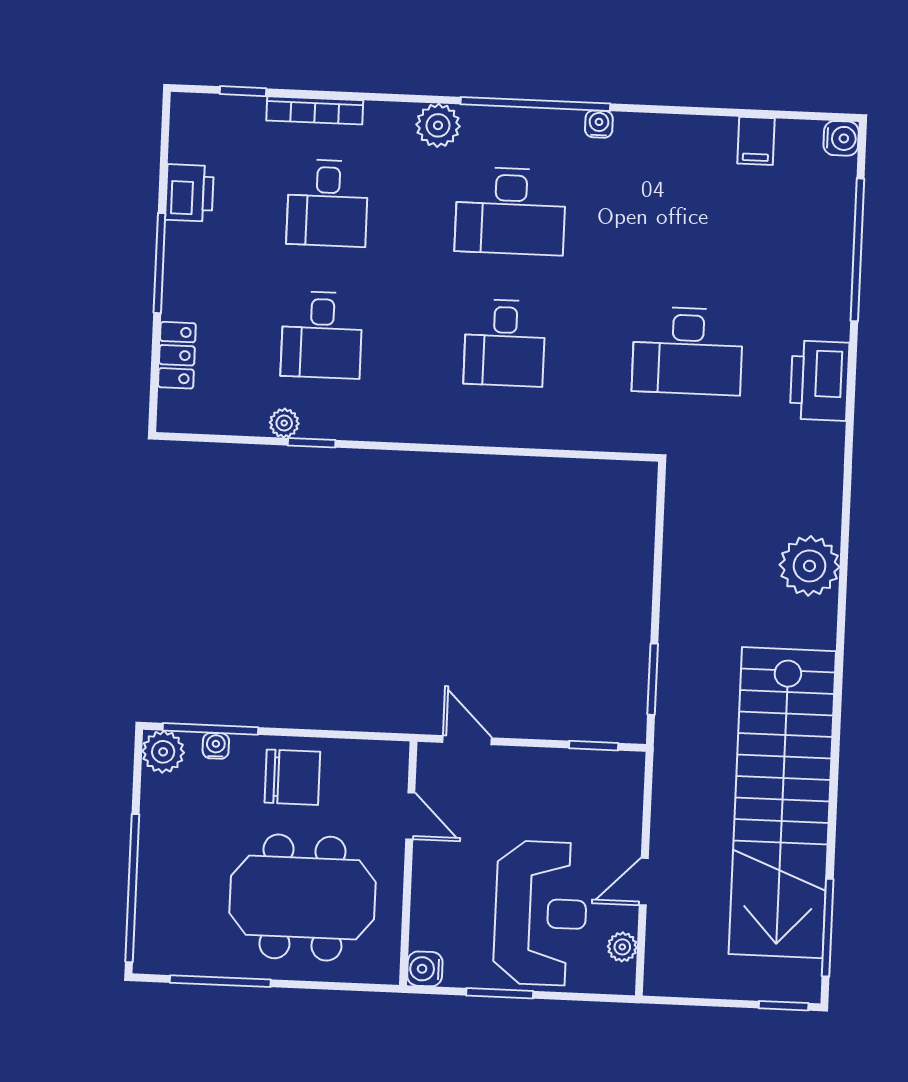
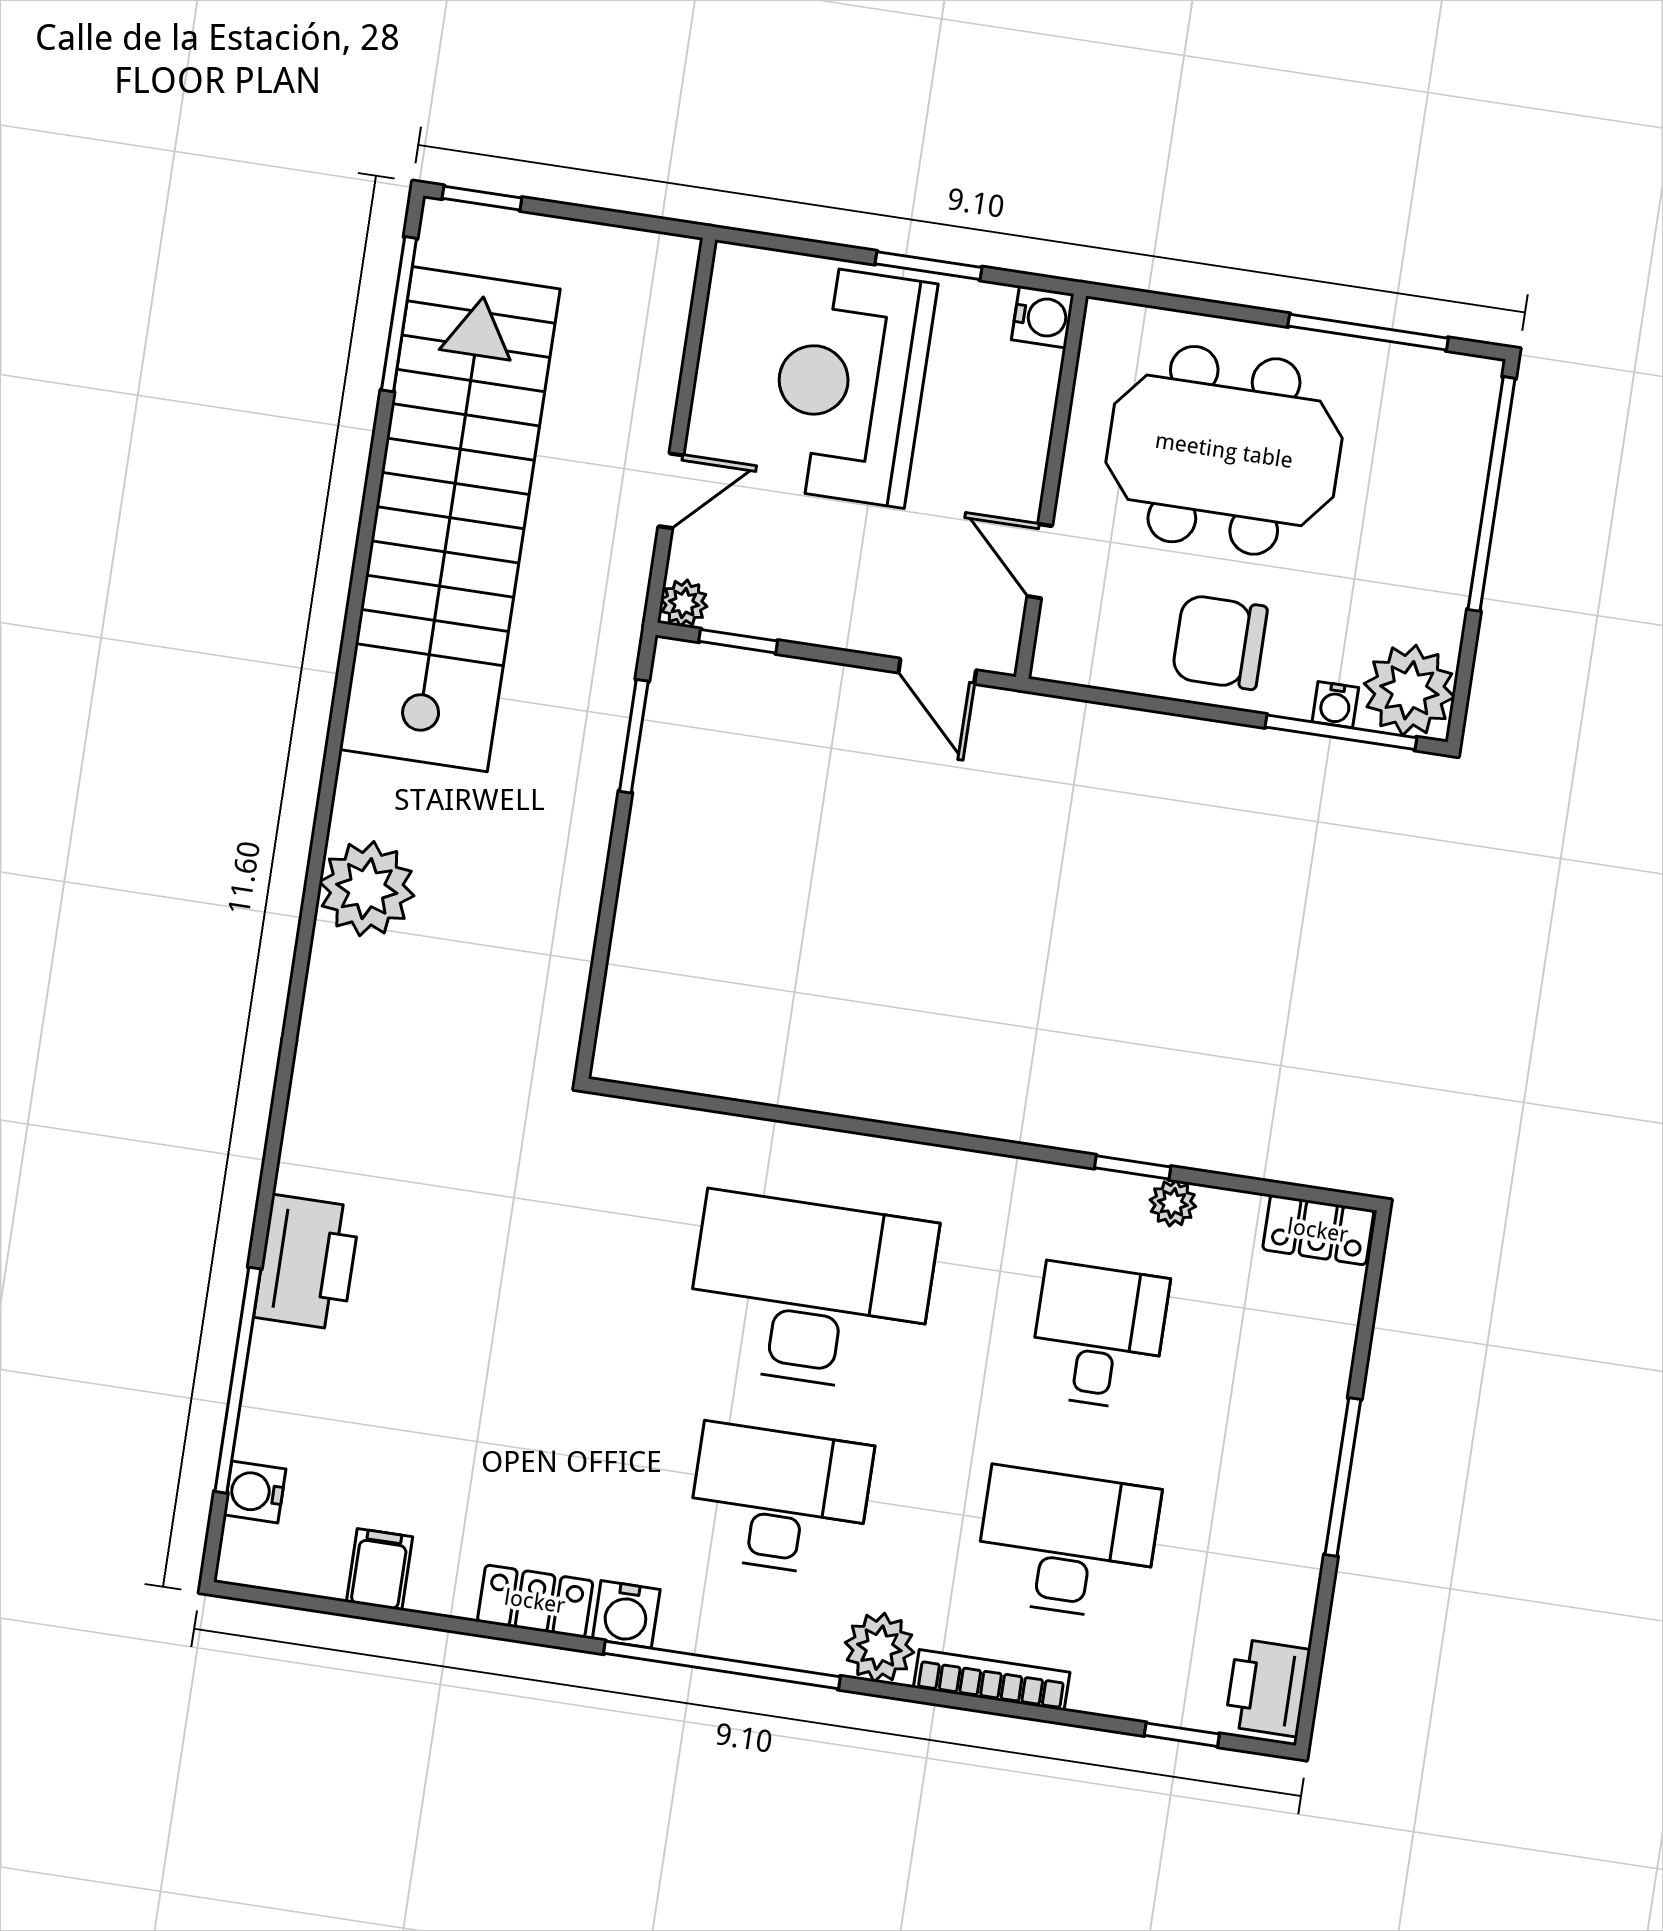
bookcase: (315, 110) -> (992, 1680), moved
water cooler: (599, 124) -> (626, 1614), width x1.38, depth x1.38
locker: (657, 131) -> (535, 1601), added
water cooler: (841, 138) -> (255, 1492), moved
printer: (190, 193) -> (1268, 1688), moved
desk: (327, 203) -> (1067, 1543), width x1.37
desk: (505, 343) -> (811, 1293), width x1.87, depth x1.30
desk: (688, 351) -> (523, 1249), removed
locker: (177, 355) -> (1318, 1230), moved, turned -90
printer: (819, 381) -> (307, 1262), moved
plant: (163, 752) -> (1409, 690), width x1.36, depth x1.36
door: (644, 882) -> (671, 491), moved
plant: (622, 947) -> (684, 603), moved

